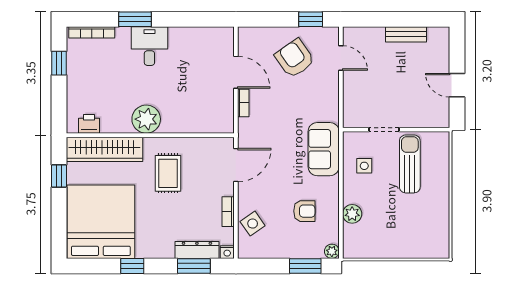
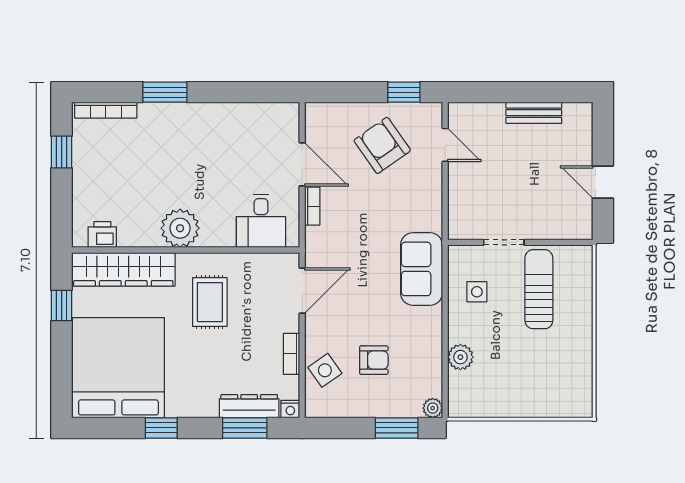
desk: (149, 46) -> (261, 221), moved, turned 180
armchair: (304, 211) -> (374, 360), moved

